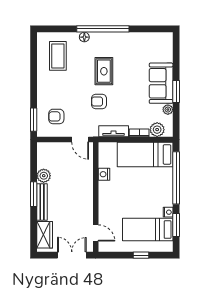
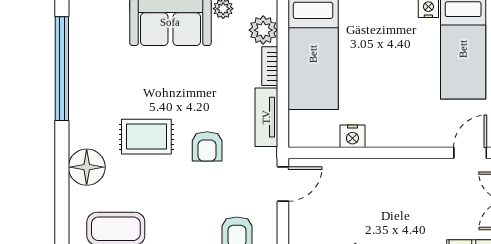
window: (103, 29) -> (62, 69), moved
floor lamp: (84, 37) -> (87, 167), width x1.89, depth x1.89

